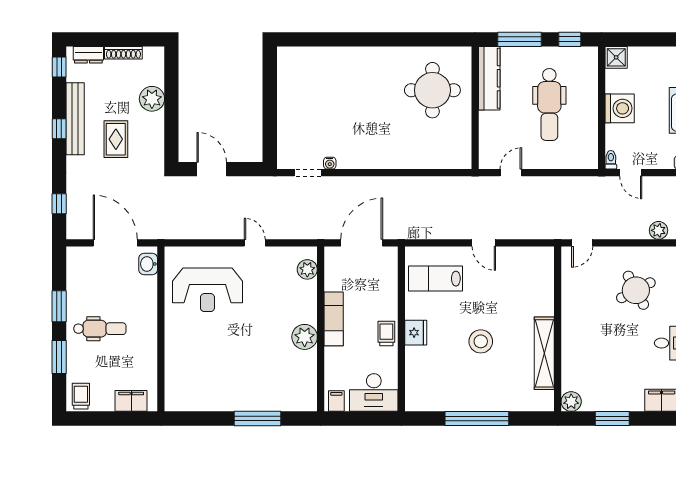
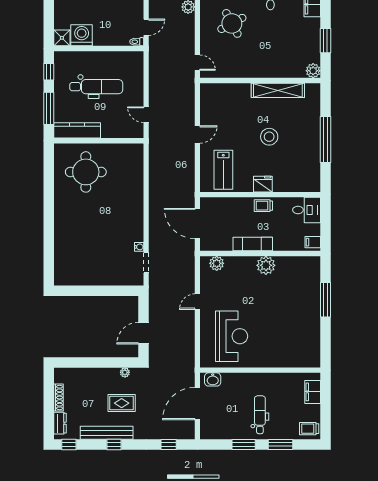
plant: (152, 99) -> (125, 372), moved, width x0.53, depth x0.53
washing machine: (620, 108) -> (82, 35), moved
desk: (374, 393) -> (307, 210), width x0.73

